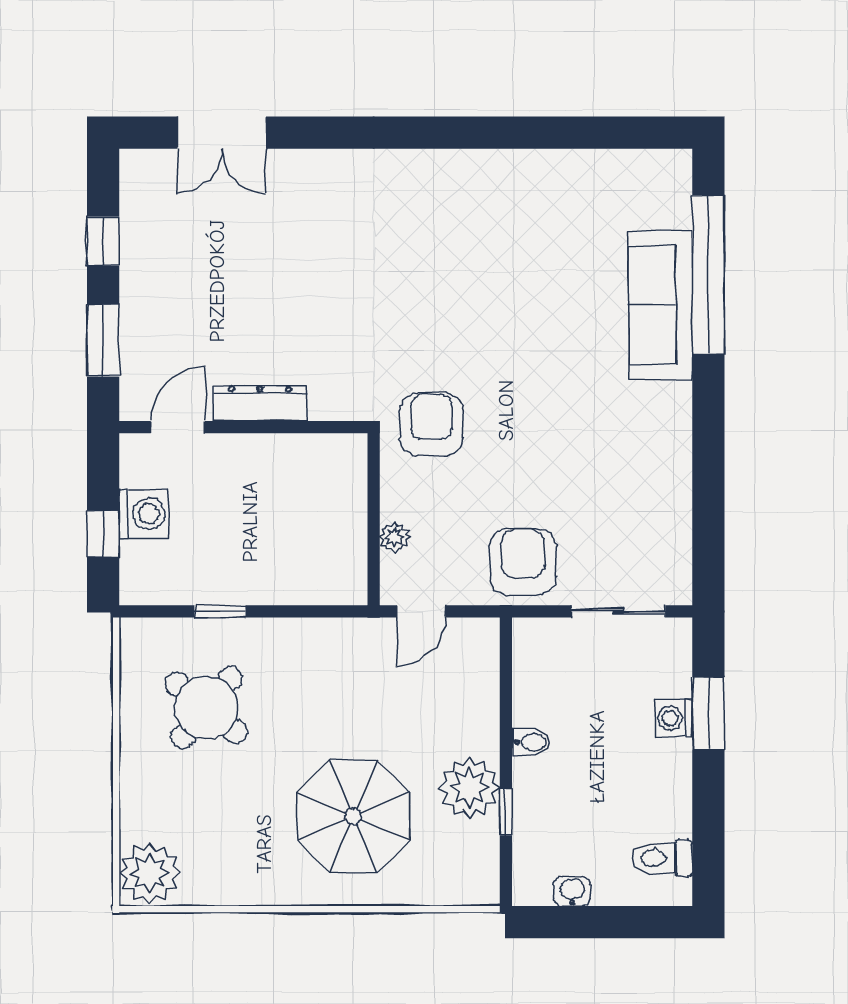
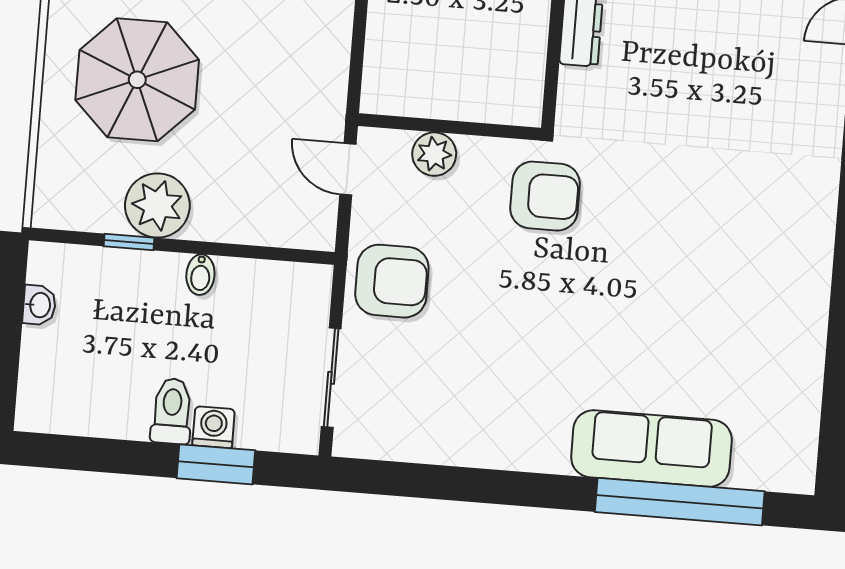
plant: (395, 537) -> (434, 154), width x1.38, depth x1.38
toilet: (662, 858) -> (172, 411), moved

